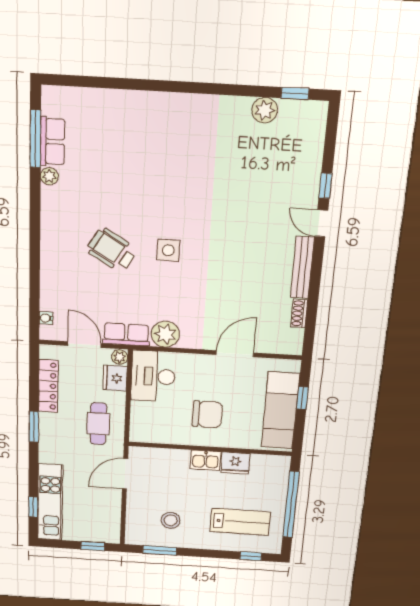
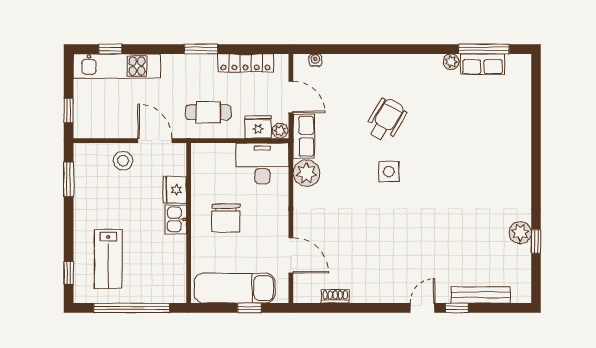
window: (295, 93) -> (536, 241), moved
plant: (265, 110) -> (520, 233), moved
bench: (302, 267) -> (481, 295), moved
door: (85, 345) -> (291, 97), hinge flipped
door: (235, 354) -> (291, 255), moved
fridge: (235, 463) -> (175, 190), moved
stool: (171, 520) -> (123, 161), moved

